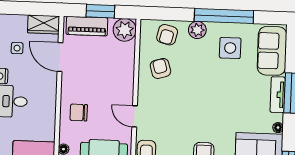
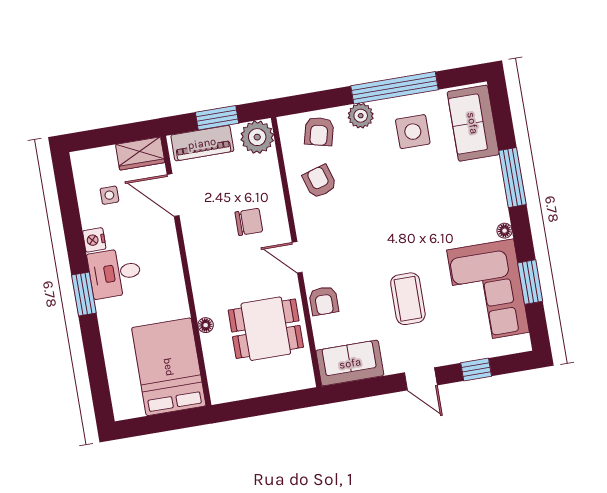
tv unit: (278, 95) -> (494, 184), removed
chair: (79, 112) -> (249, 222), moved, turned 180

